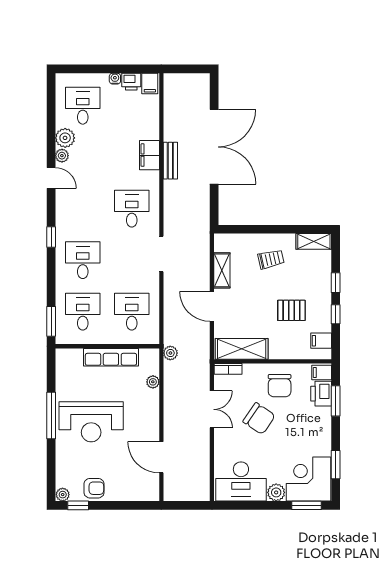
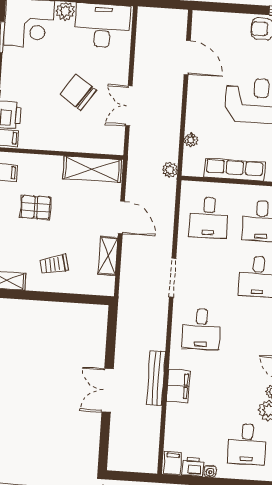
double door: (214, 147) -> (108, 390), width x0.54
bench: (170, 161) -> (156, 378), width x1.36
bookcase: (228, 369) -> (108, 148), removed
chair: (280, 386) -> (54, 127), removed

